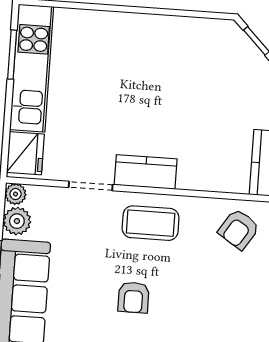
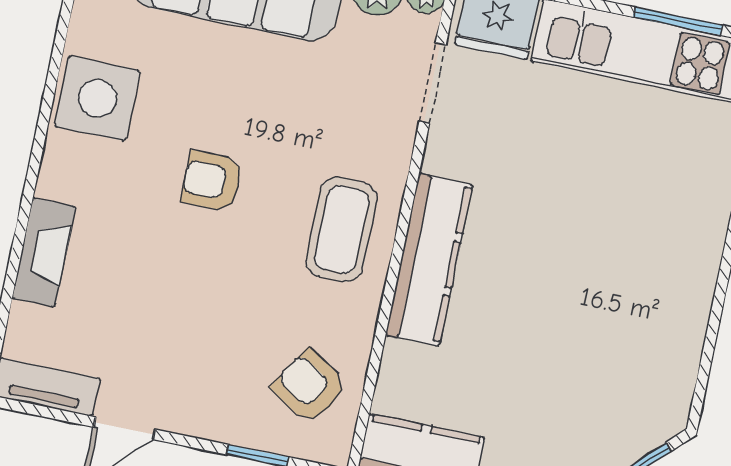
kitchen counter: (146, 172) -> (429, 260), width x1.50
doorway: (91, 186) -> (433, 83), moved

